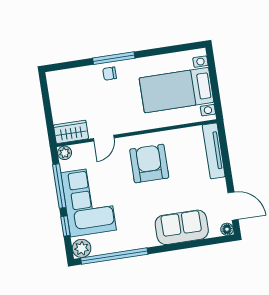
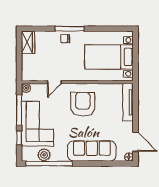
wardrobe: (71, 132) -> (28, 42), moved, turned 90
sofa: (182, 227) -> (92, 151), width x1.36
plant: (82, 248) -> (44, 155), moved

